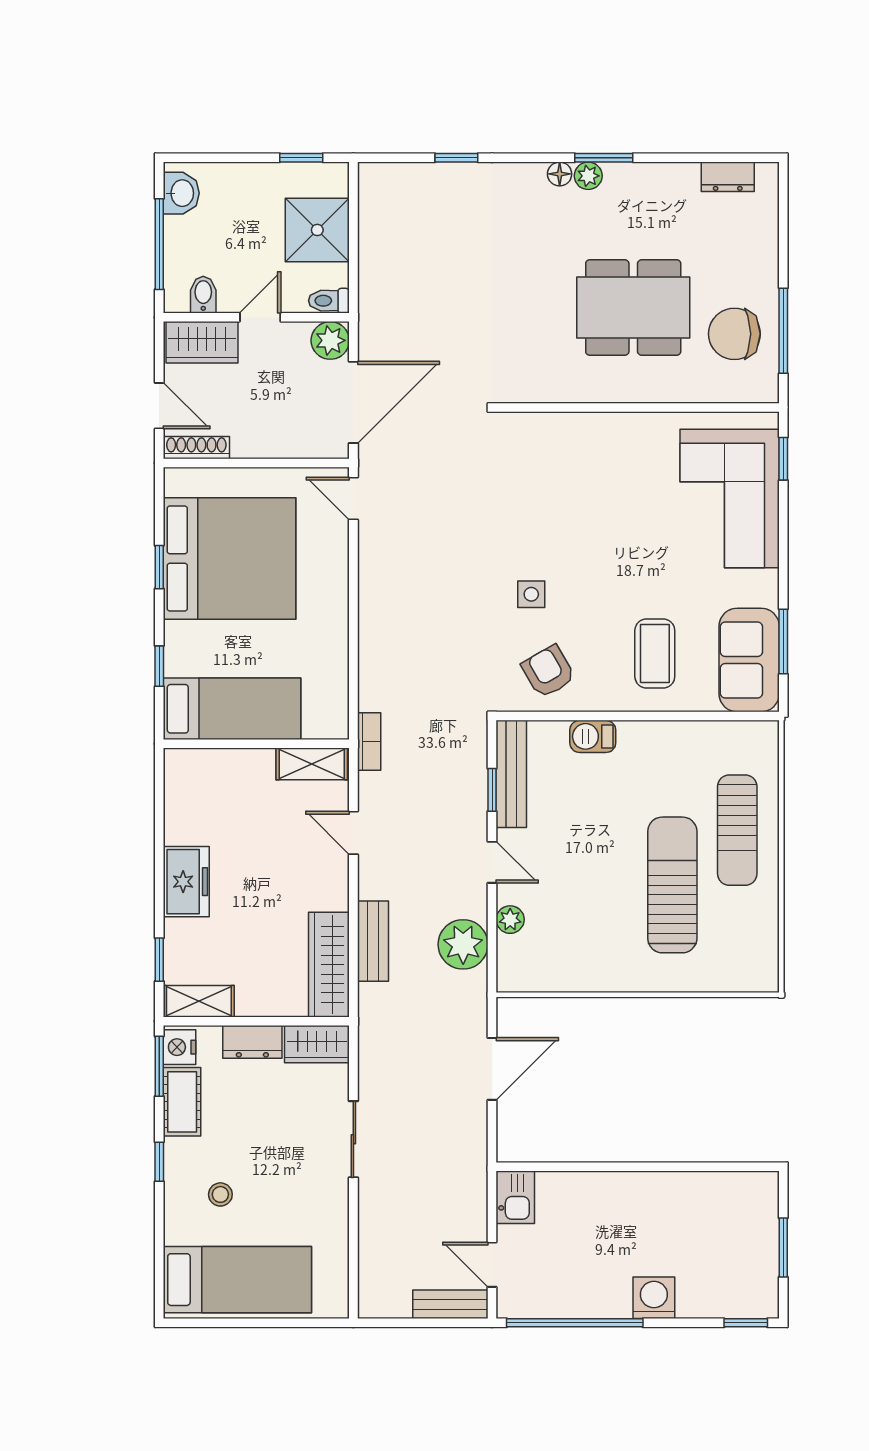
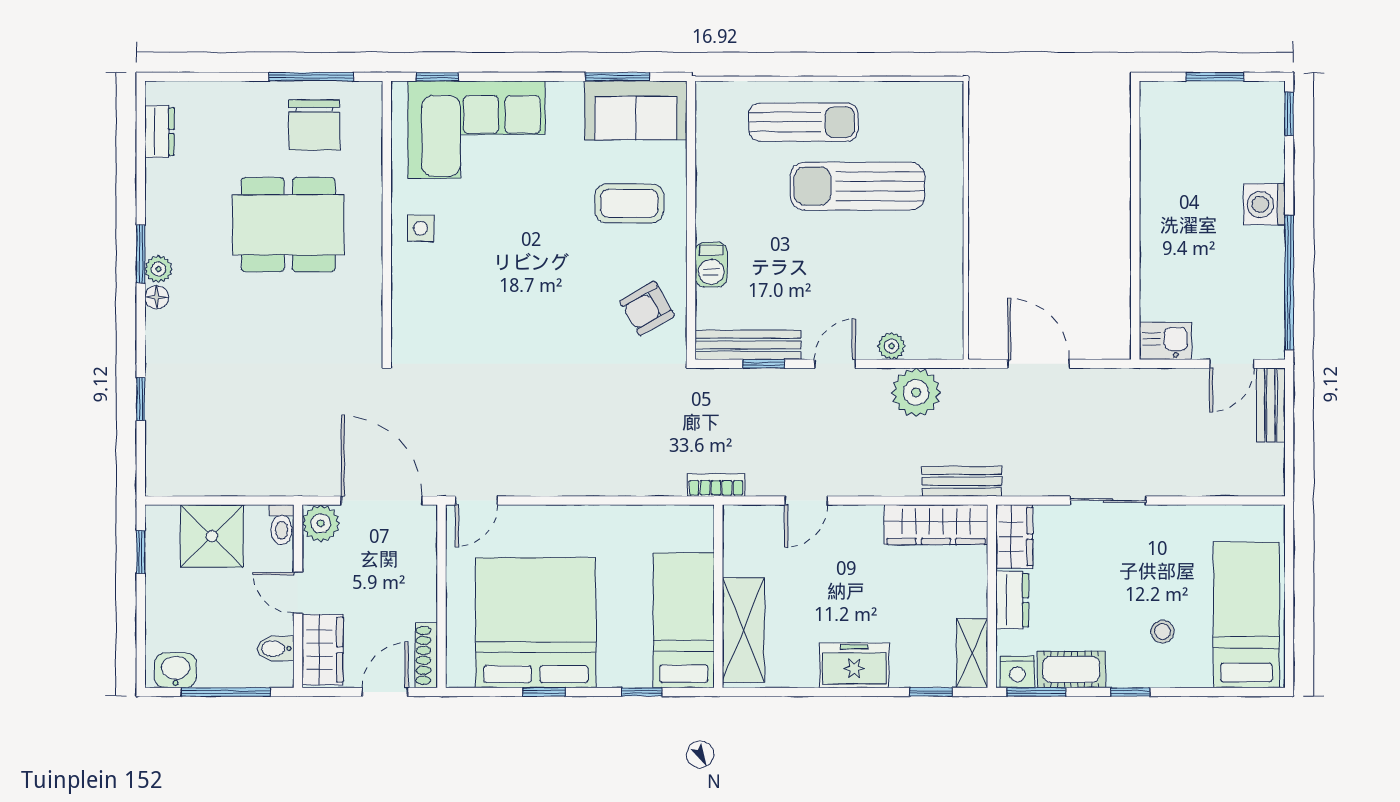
dining table: (633, 308) -> (288, 225), turned 90
side table: (531, 594) -> (421, 228), moved
shelving: (312, 764) -> (743, 630), moved, width x1.50, depth x1.33
bench: (373, 941) -> (962, 481), moved

